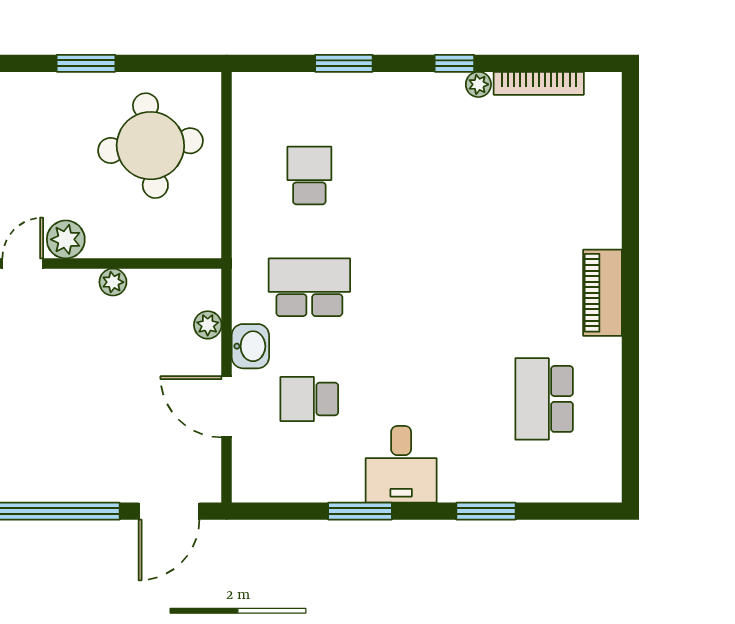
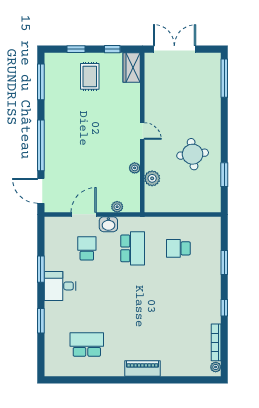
window: (86, 63) -> (224, 175), moved
plant: (478, 84) -> (216, 367), moved
round table: (150, 146) -> (193, 154), moved, width x0.73, depth x0.73
school desk: (309, 175) -> (178, 248), turned 180
plant: (66, 239) -> (152, 178), moved
piano: (603, 293) -> (142, 368), moved

